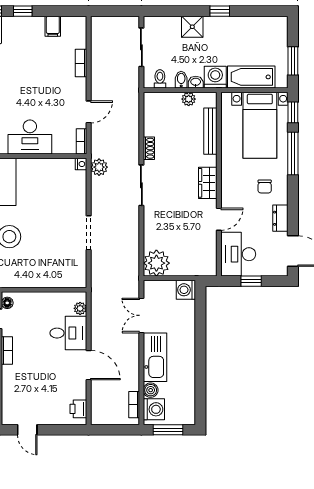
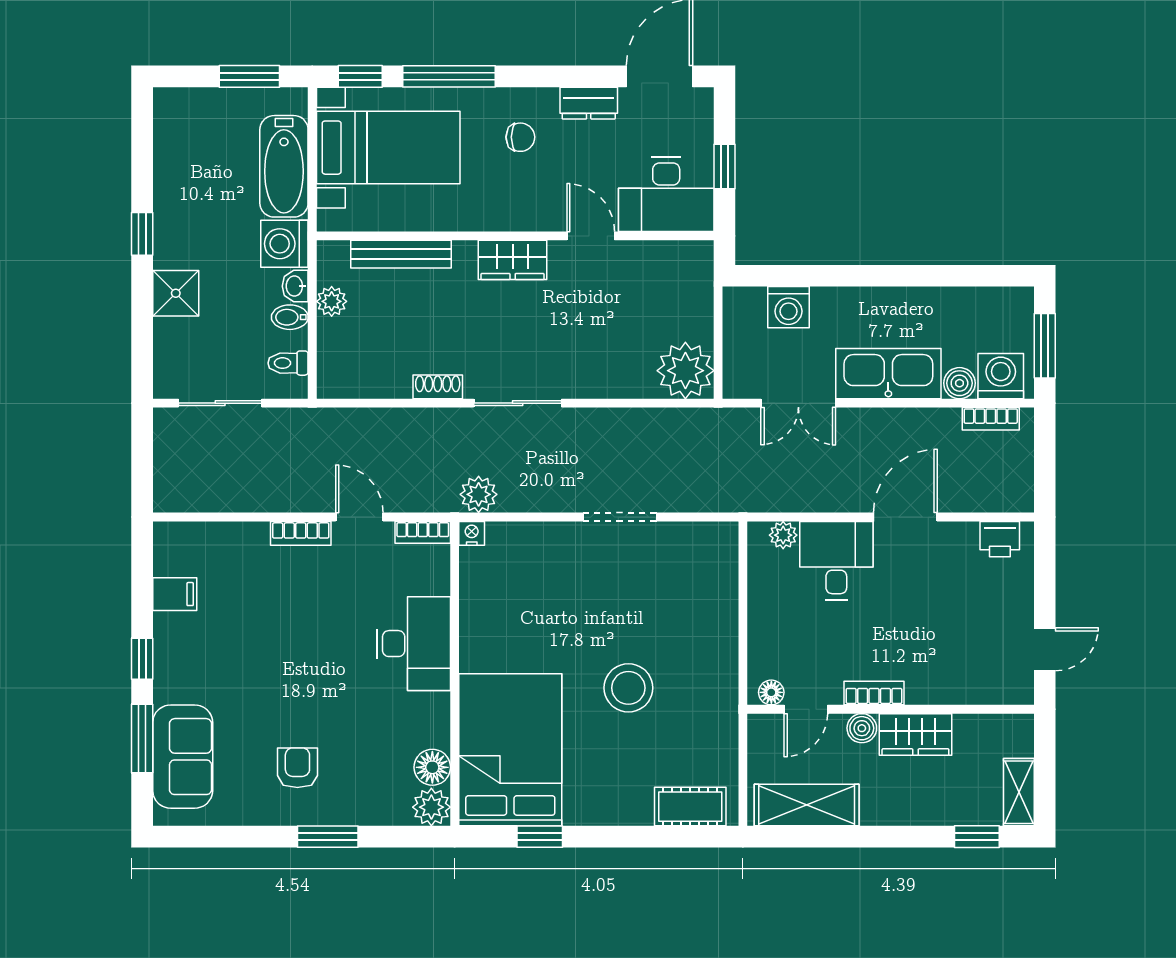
bookcase: (81, 63) -> (301, 533), moved
washing machine: (186, 290) -> (789, 307), moved

